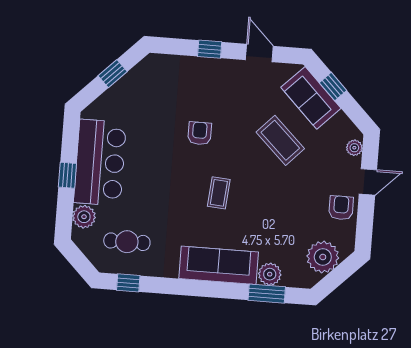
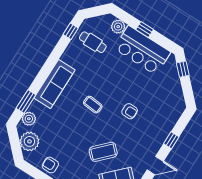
window: (113, 74) -> (183, 69), moved
armchair: (341, 208) -> (50, 165), turned 180
cafe table: (127, 242) -> (93, 42), turned 90
plant: (270, 274) -> (29, 119), moved

